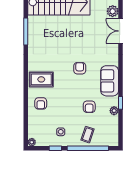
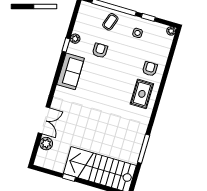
armchair: (80, 68) -> (98, 94), removed
rug: (41, 79) -> (142, 94), turned 90

